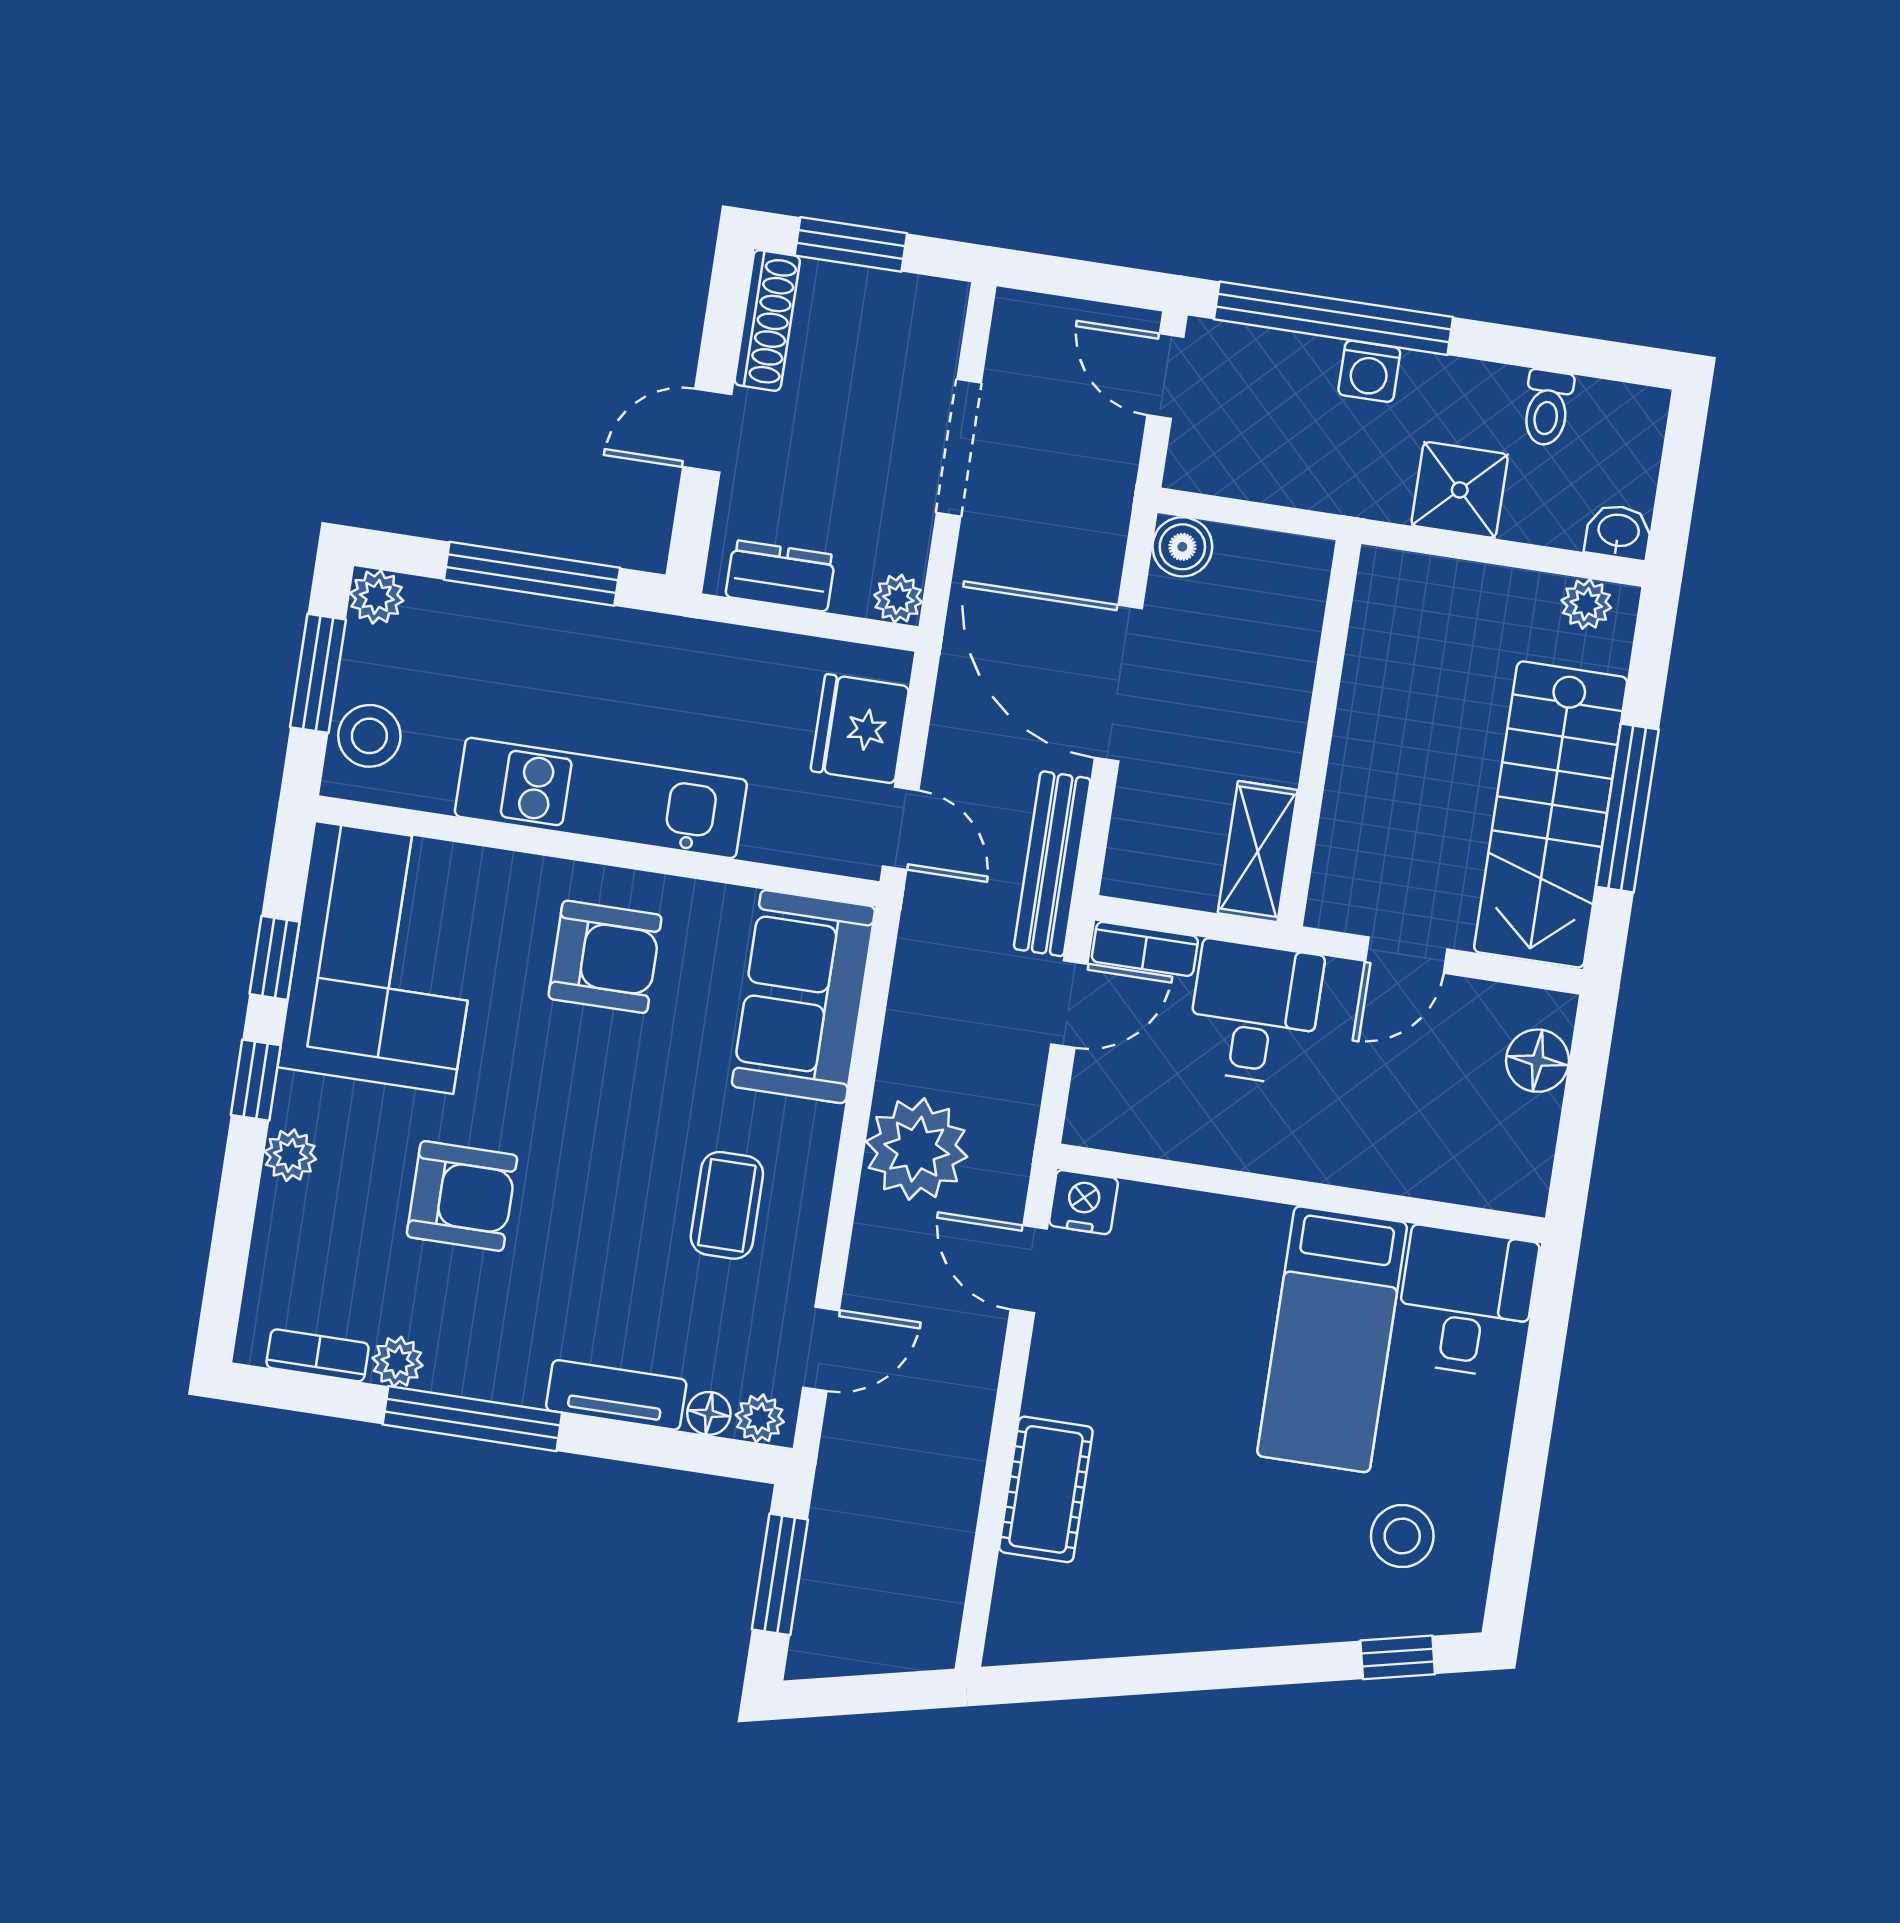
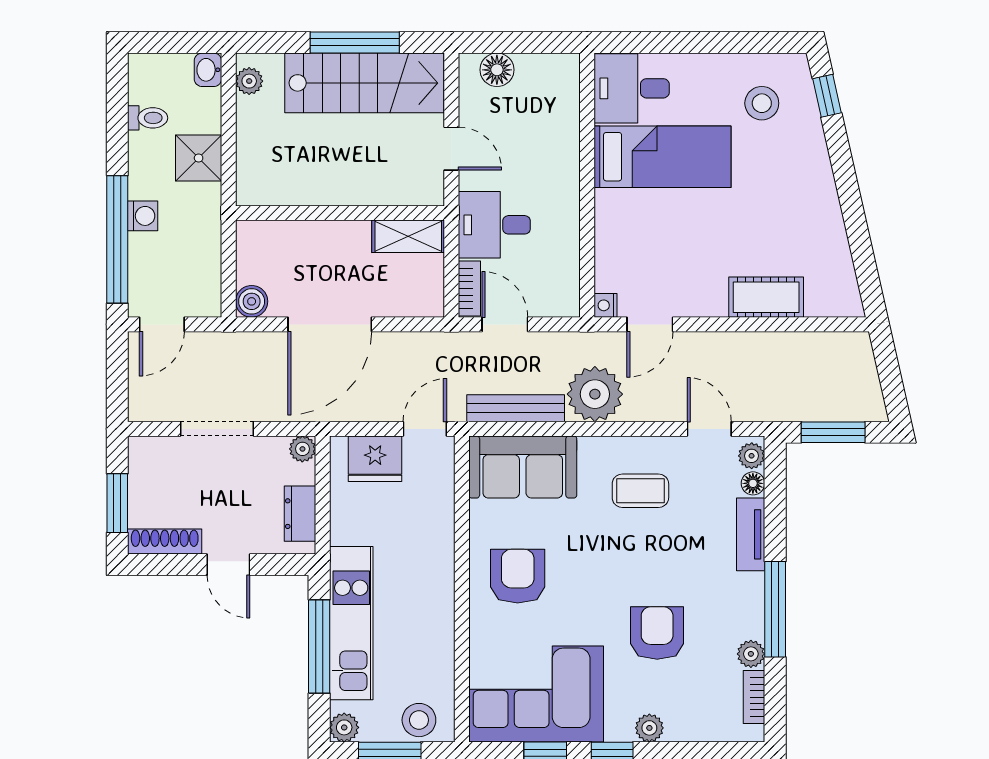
kitchen unit: (601, 798) -> (351, 623), moved, turned 180
bench: (1052, 864) -> (516, 408), moved
nightstand: (1083, 1202) -> (605, 305), width x0.72, depth x0.74

